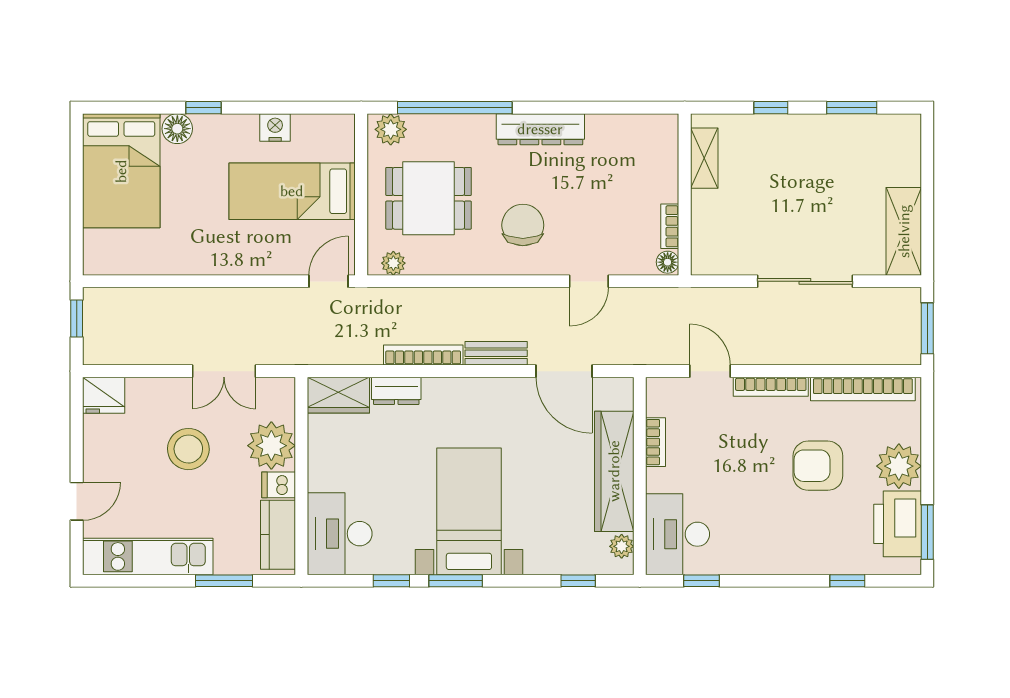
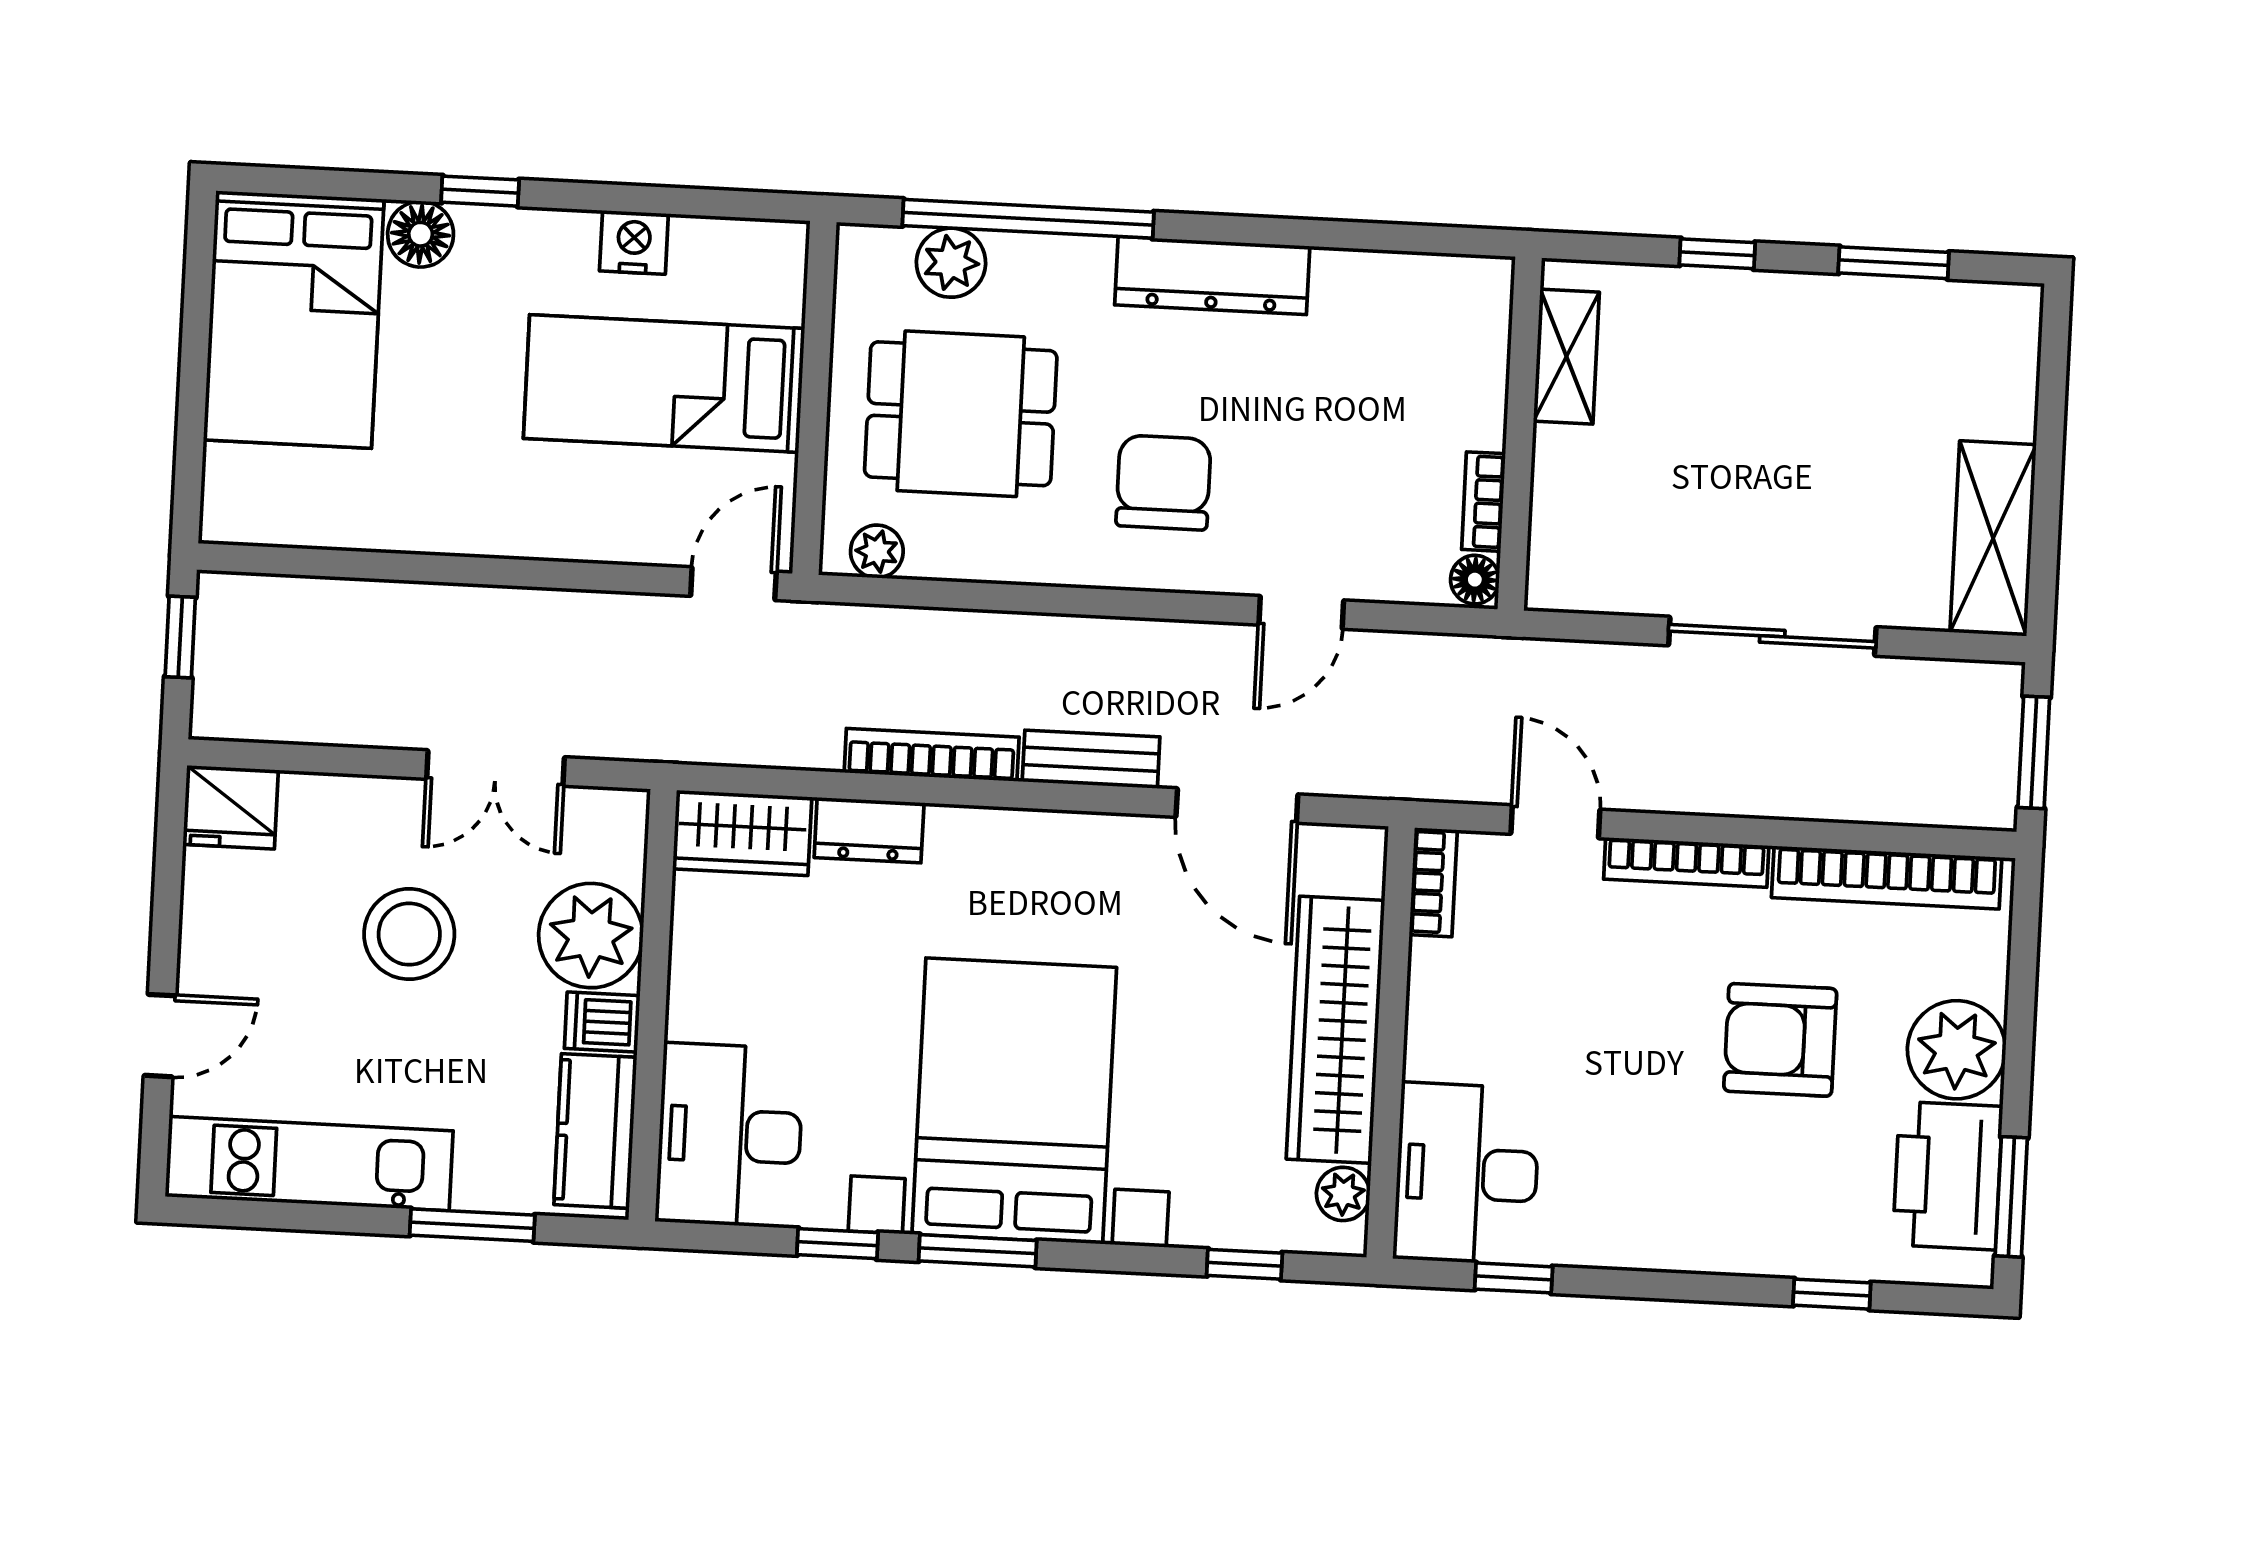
plant: (391, 129) -> (951, 263), moved
bookcase: (656, 442) -> (1433, 882), moved
bed with nightstands: (469, 511) -> (1014, 1101), width x1.36

